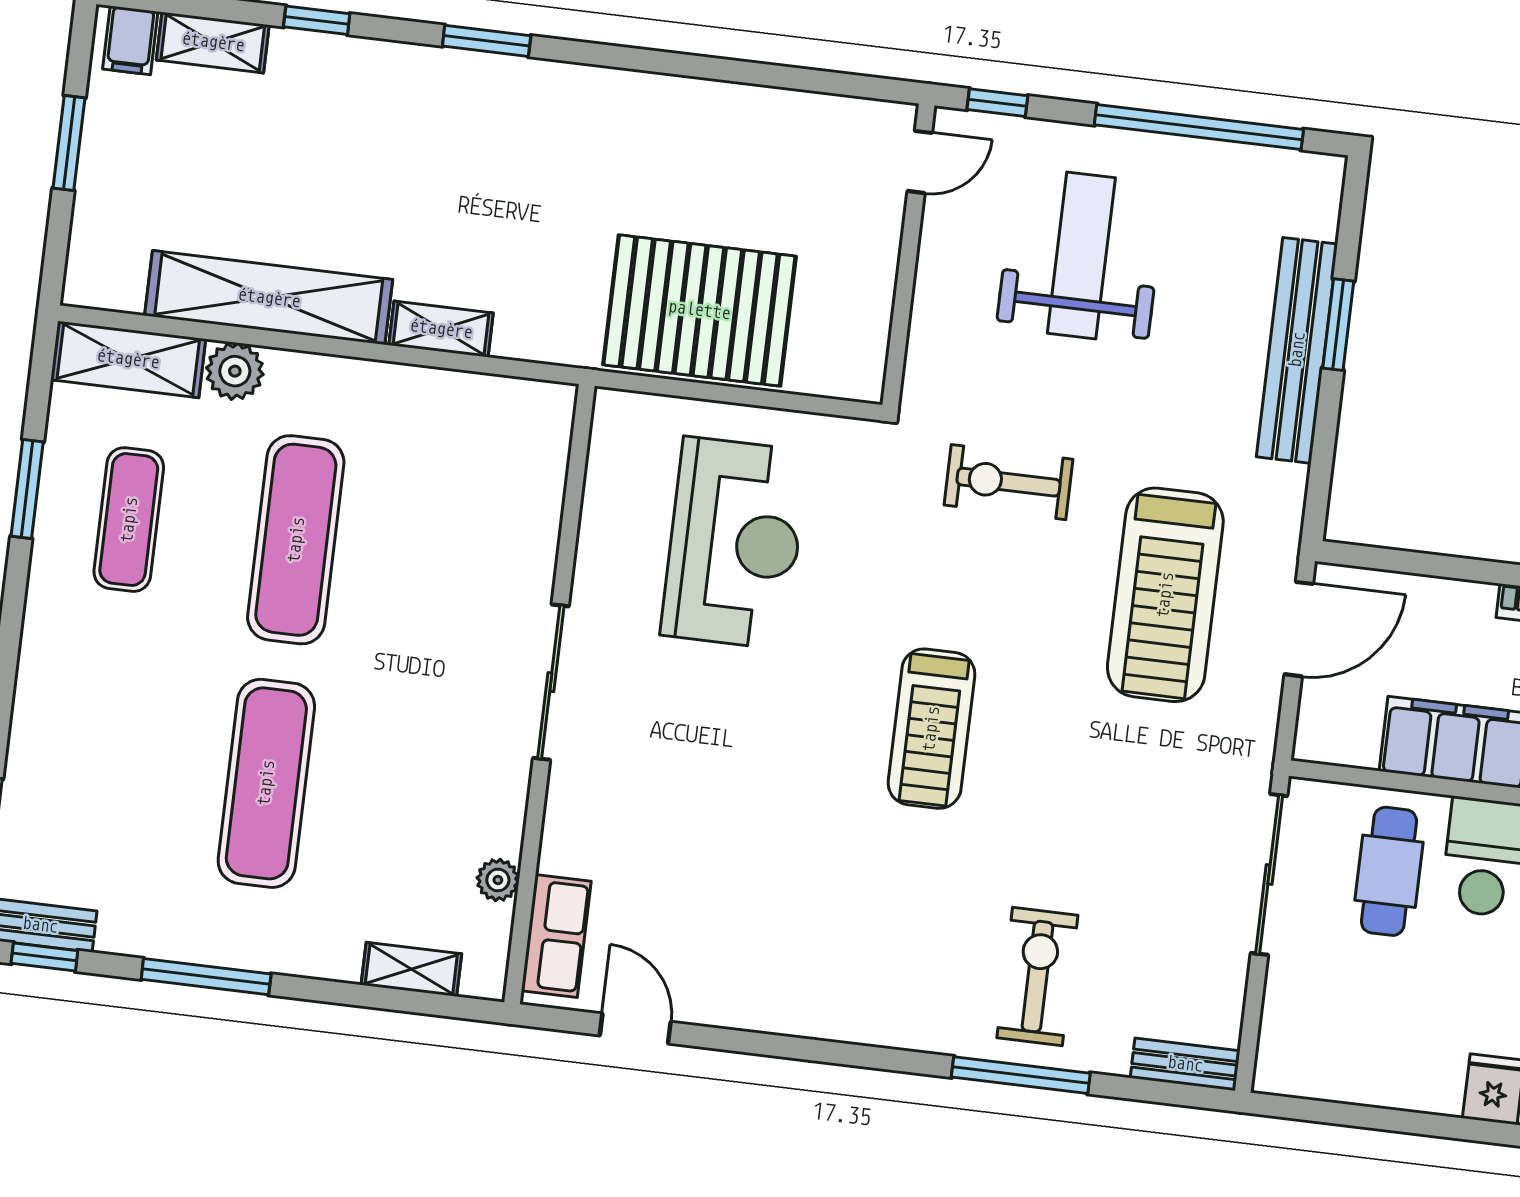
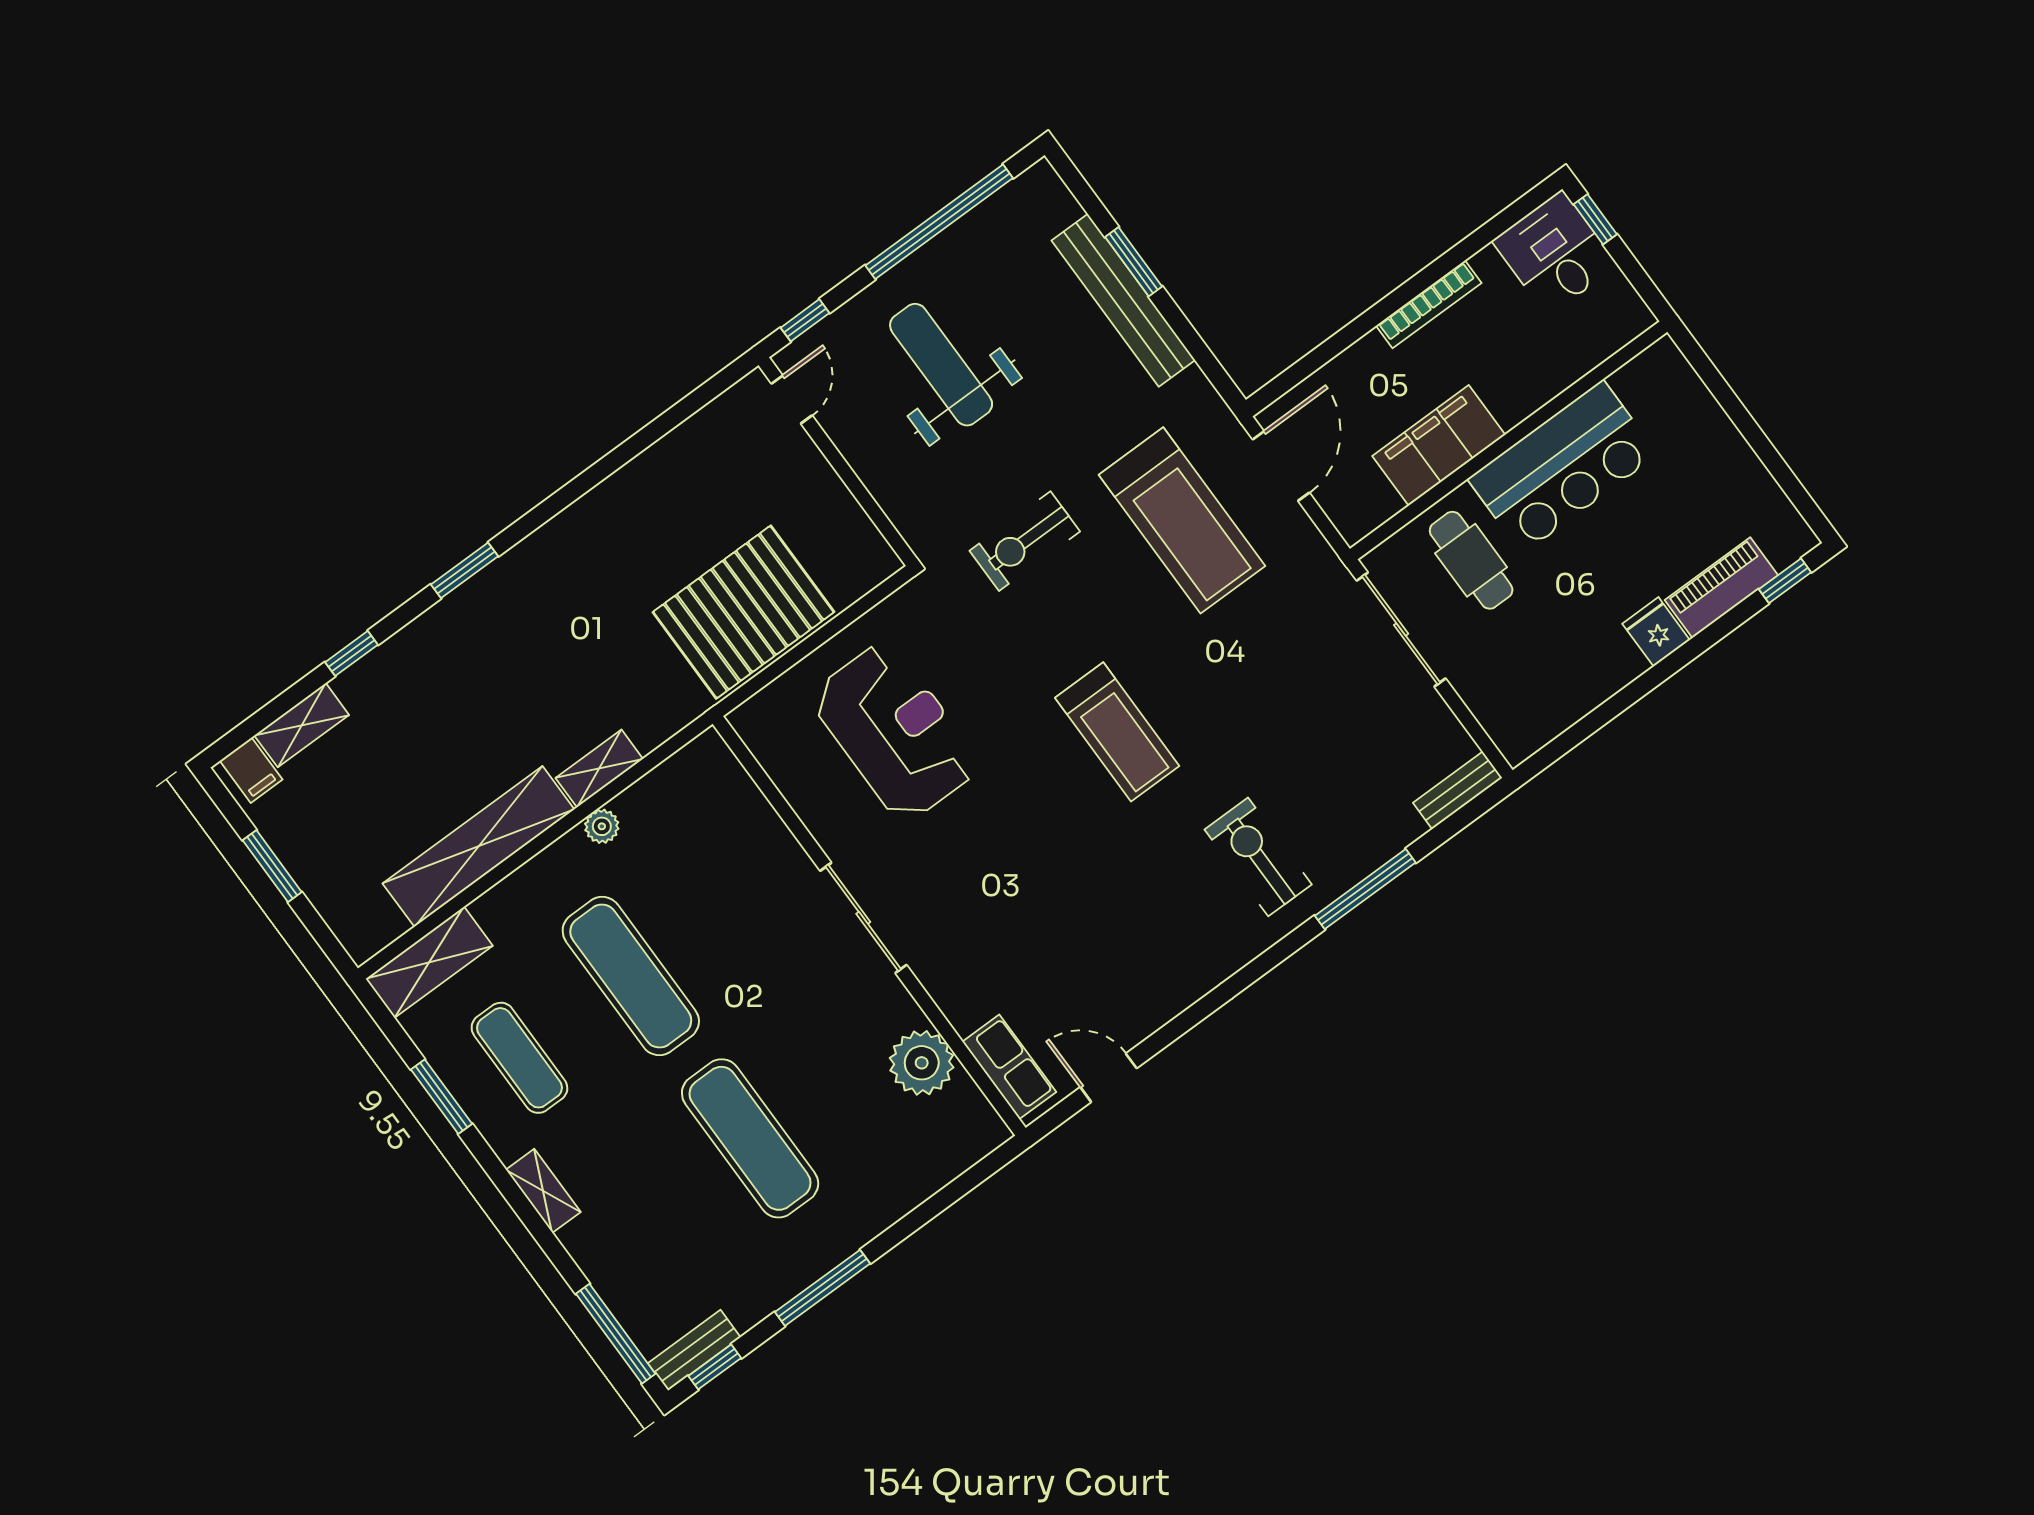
plant: (235, 371) -> (602, 826), moved, width x0.73, depth x0.73
plant: (498, 880) -> (922, 1063), width x1.88, depth x1.88
shelving: (411, 969) -> (543, 1191), moved, turned 90
exercise bike: (1037, 977) -> (1258, 857), moved

